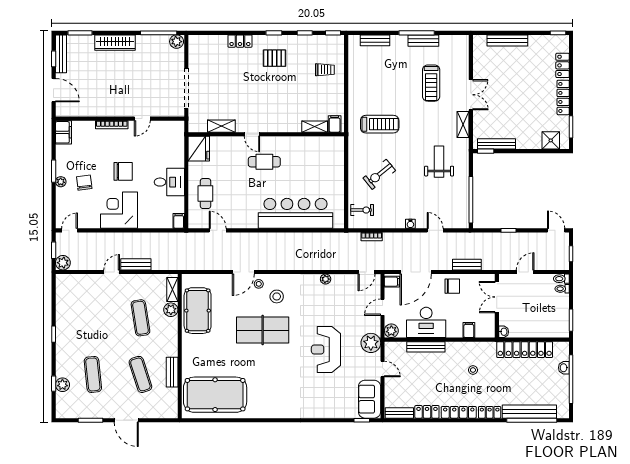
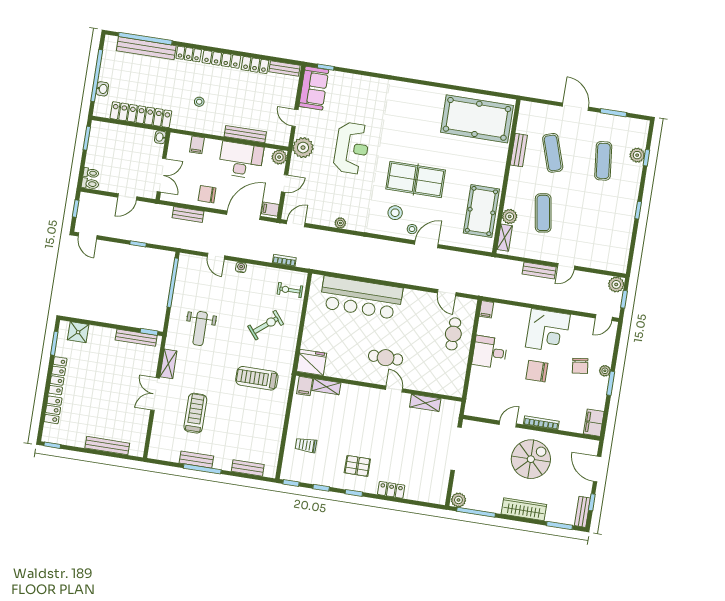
bench: (61, 54) -> (582, 512), width x0.73
spiral stairs: (116, 90) -> (531, 459), added
fridge: (199, 149) -> (312, 362), moved, turned 90

